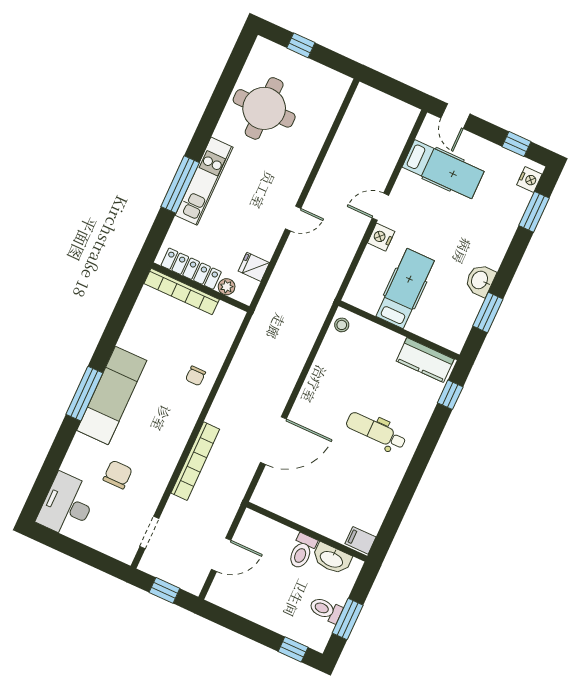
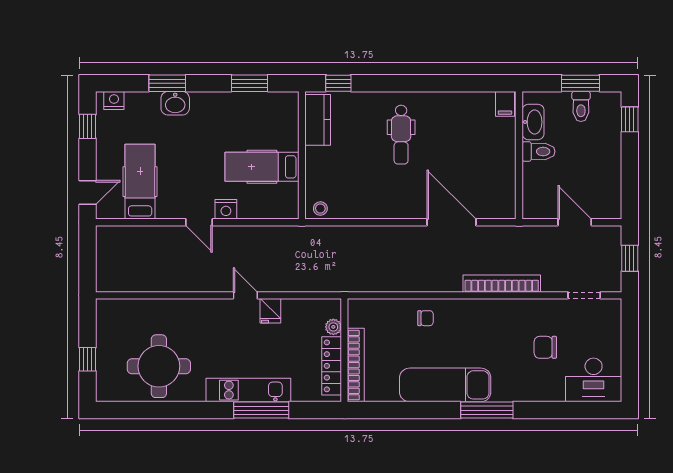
window: (534, 212) -> (167, 83), moved
fridge: (254, 267) -> (270, 311), moved
washbasin: (480, 280) -> (175, 103), moved
exam couch: (112, 395) -> (445, 385), moved

